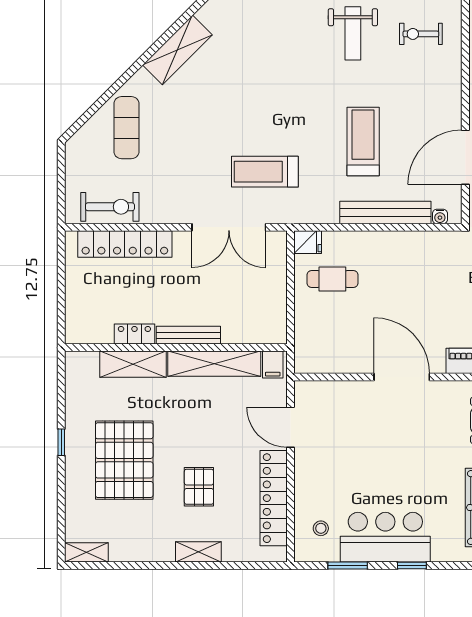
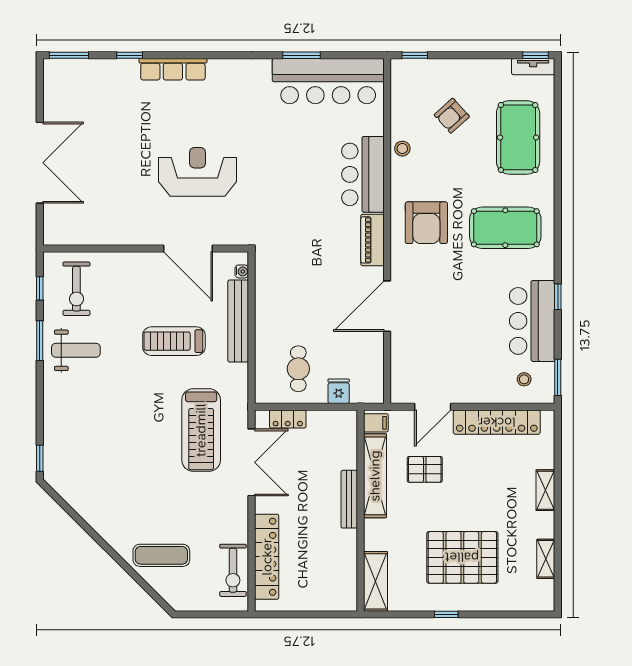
exercise bike: (421, 34) -> (76, 289), width x1.38, depth x1.39
shelving: (177, 50) -> (91, 509), removed
treadmill: (265, 172) -> (201, 430), width x1.37, depth x1.38
exercise bike: (110, 207) -> (233, 570), turned 180
fridge: (308, 242) -> (339, 391), moved
locker: (134, 334) -> (288, 419), moved, turned -90
shelving: (133, 364) -> (375, 581), moved
pallet: (199, 487) -> (425, 469), moved
shelving: (86, 552) -> (546, 559), moved
window: (348, 566) -> (558, 377), moved

